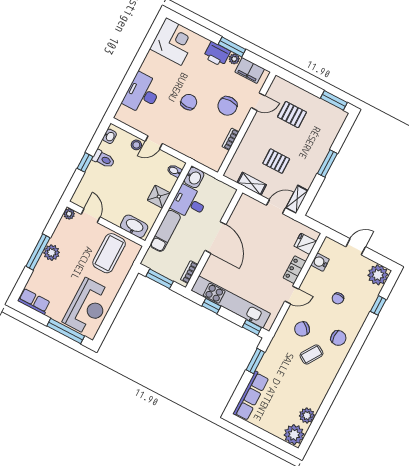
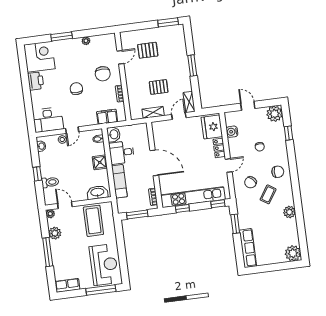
window: (232, 47) -> (62, 36), moved
printer: (217, 54) -> (36, 81), moved, turned -90
filing cabinet: (250, 70) -> (107, 117), moved, turned 180
desk: (142, 94) -> (48, 120), moved, turned -90
toilet: (104, 159) -> (50, 182), moved
fridge: (305, 244) -> (212, 127), width x1.88, depth x1.34
door: (356, 247) -> (248, 106), hinge flipped
plant: (52, 253) -> (55, 233), moved
plant: (307, 416) -> (289, 212), moved

